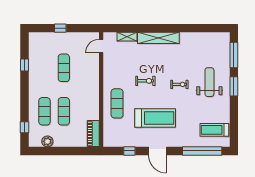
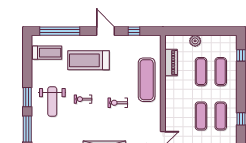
exercise mat: (44, 68) -> (221, 116), added
exercise mat: (117, 103) -> (147, 80), width x1.36, depth x1.45
treadmill: (155, 118) -> (88, 60), moved
piano: (93, 133) -> (171, 62), moved
plant: (47, 141) -> (195, 41), moved

